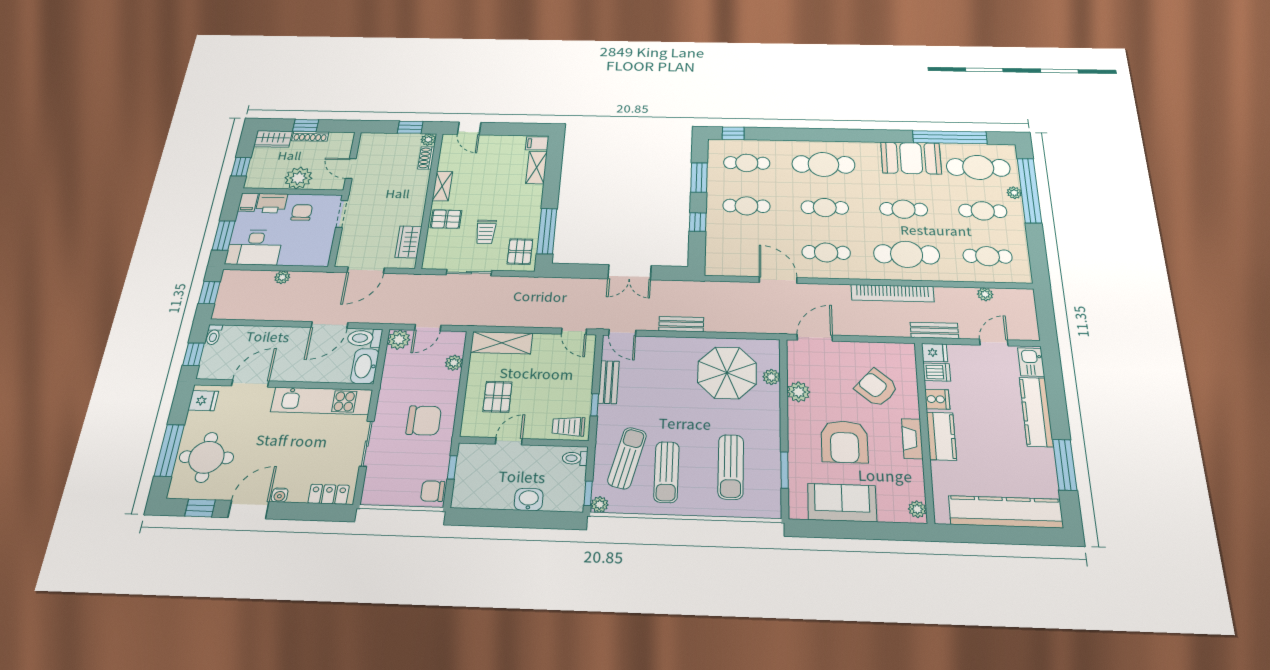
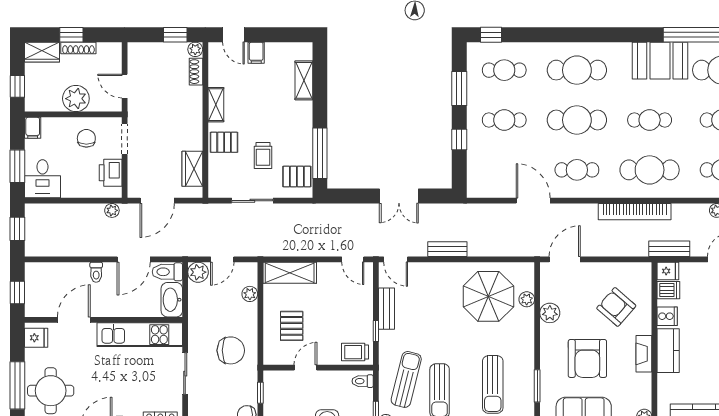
filing cabinet: (537, 143) -> (256, 53), moved, turned -90
printer: (272, 203) -> (111, 173), moved, turned 90
cafe table: (825, 208) -> (577, 120), width x1.37, depth x1.35
desk: (254, 247) -> (42, 179), width x0.73
pallet: (520, 252) -> (297, 177), turned 90
plant: (282, 277) -> (112, 210), moved
toilet: (214, 335) -> (96, 272), moved

